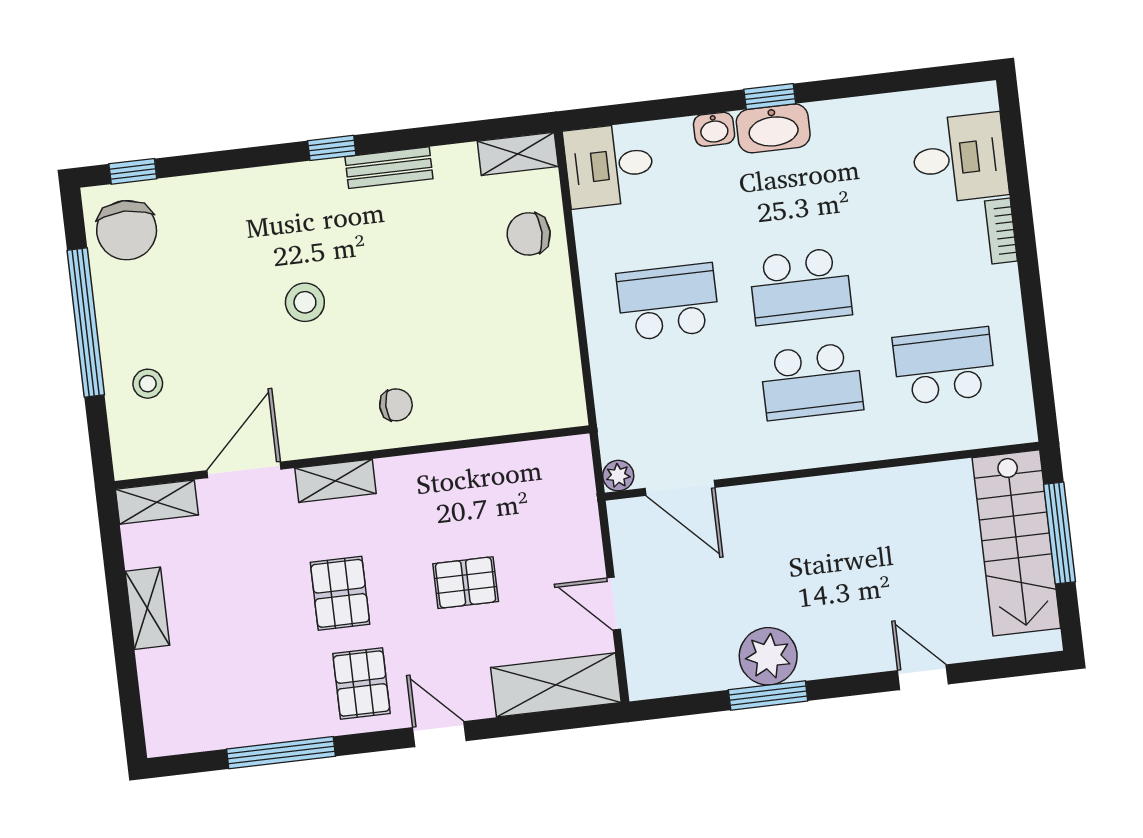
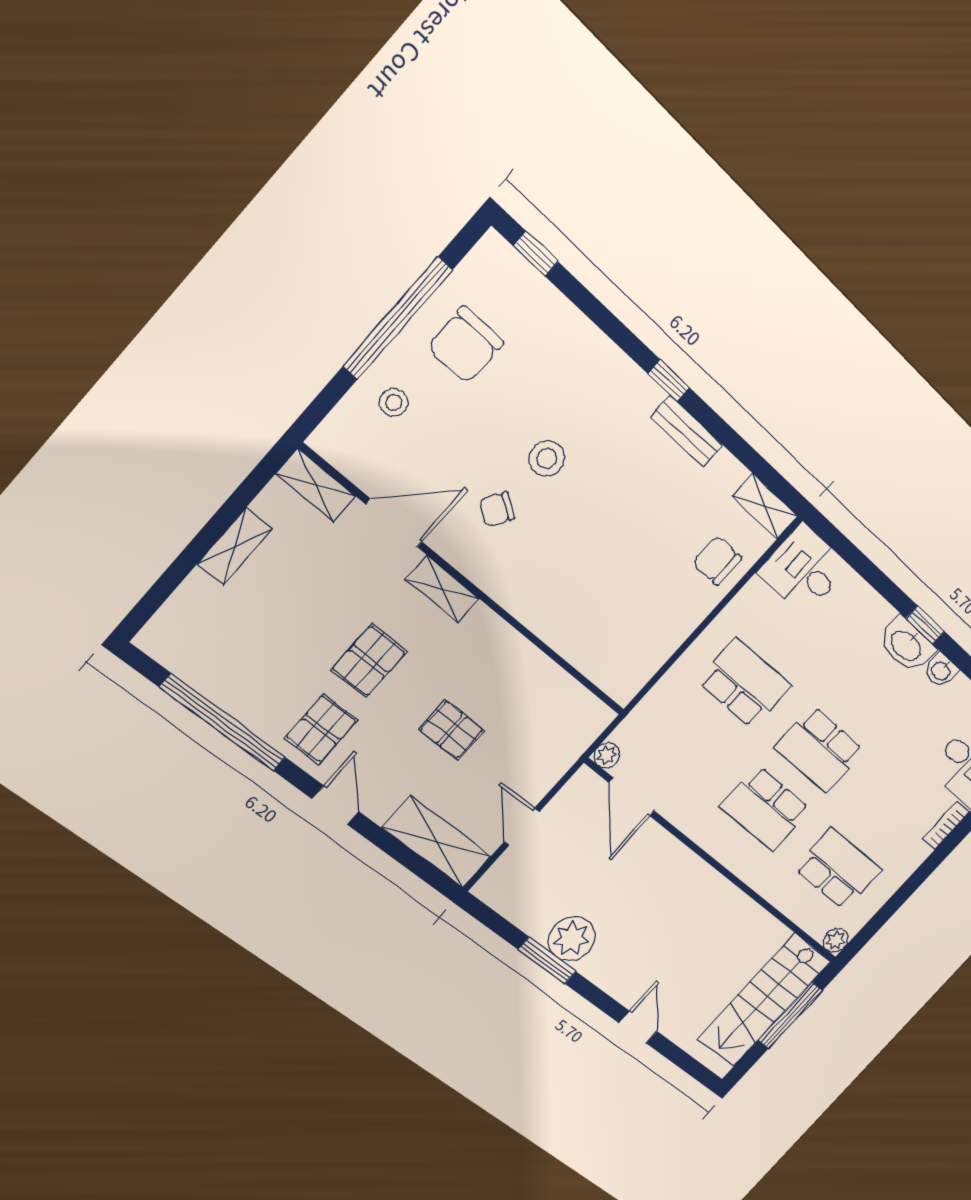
washbasin: (714, 129) -> (941, 670), moved
chair: (127, 230) -> (466, 345), moved
chair: (396, 405) -> (497, 509), moved, turned 123
plant: (1020, 427) -> (836, 940), added
window: (281, 753) -> (223, 723), width x1.46

